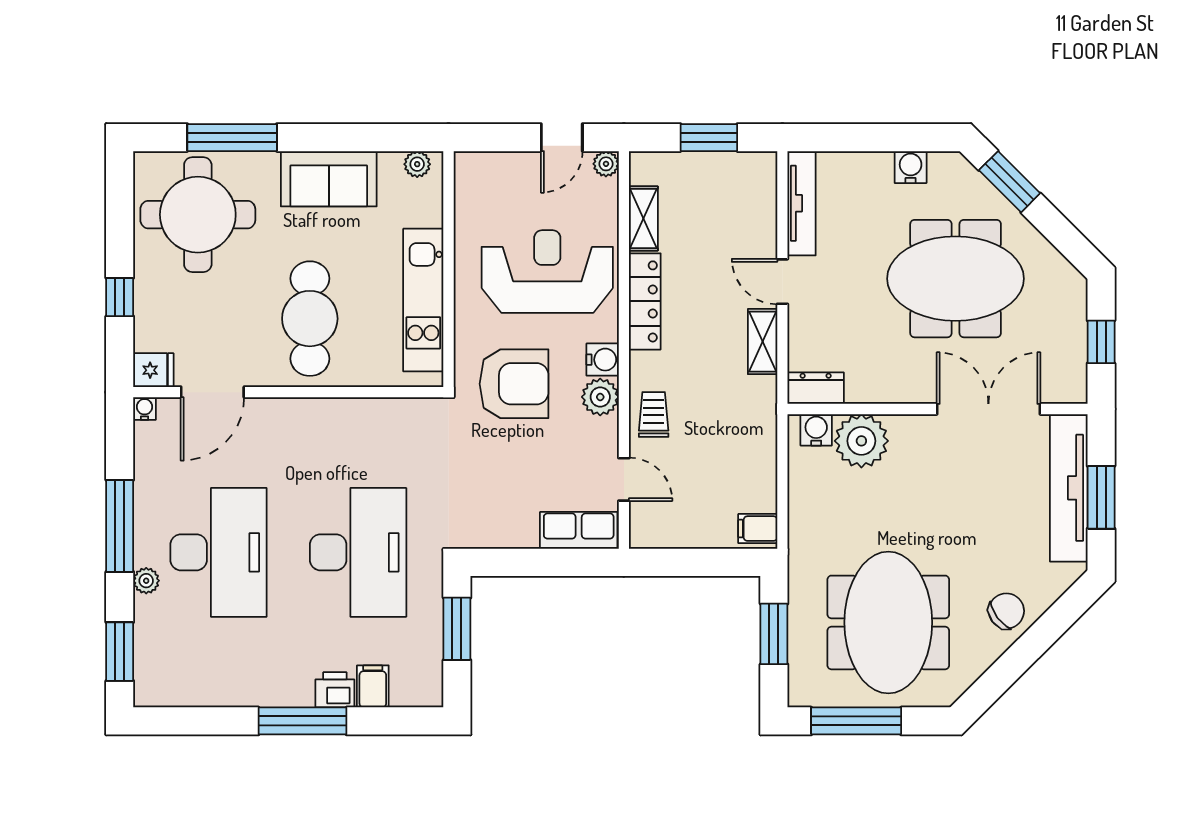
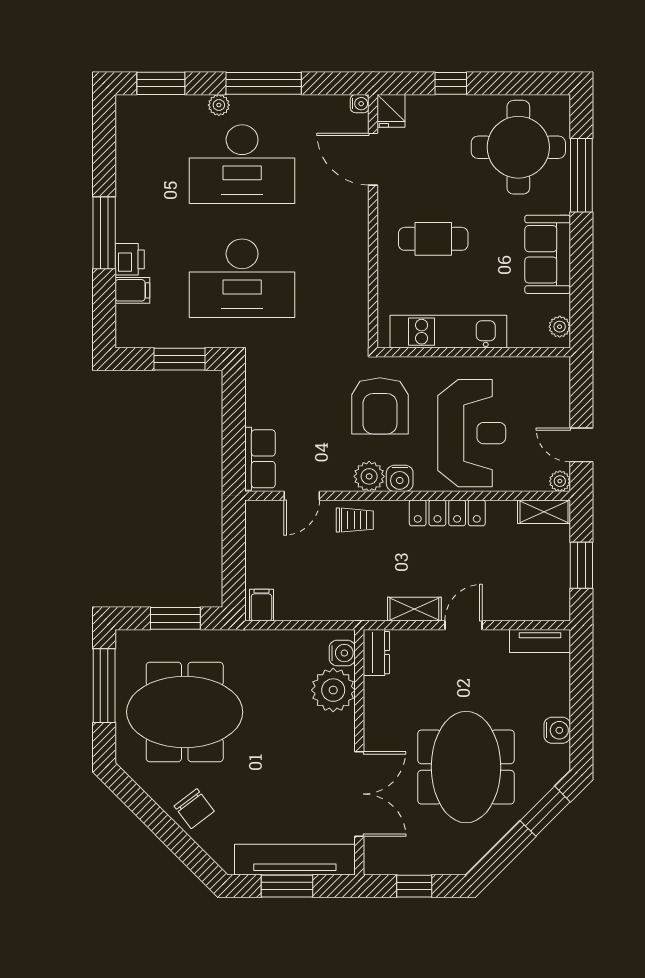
tv unit: (802, 203) -> (540, 641), width x0.71
shelving: (643, 218) -> (544, 512), moved
cafe table: (310, 319) -> (433, 239), width x0.73, depth x0.74

